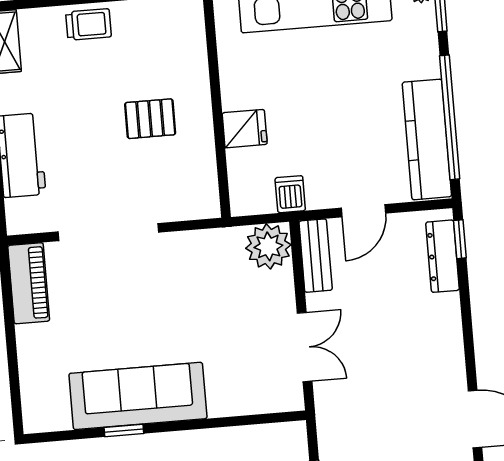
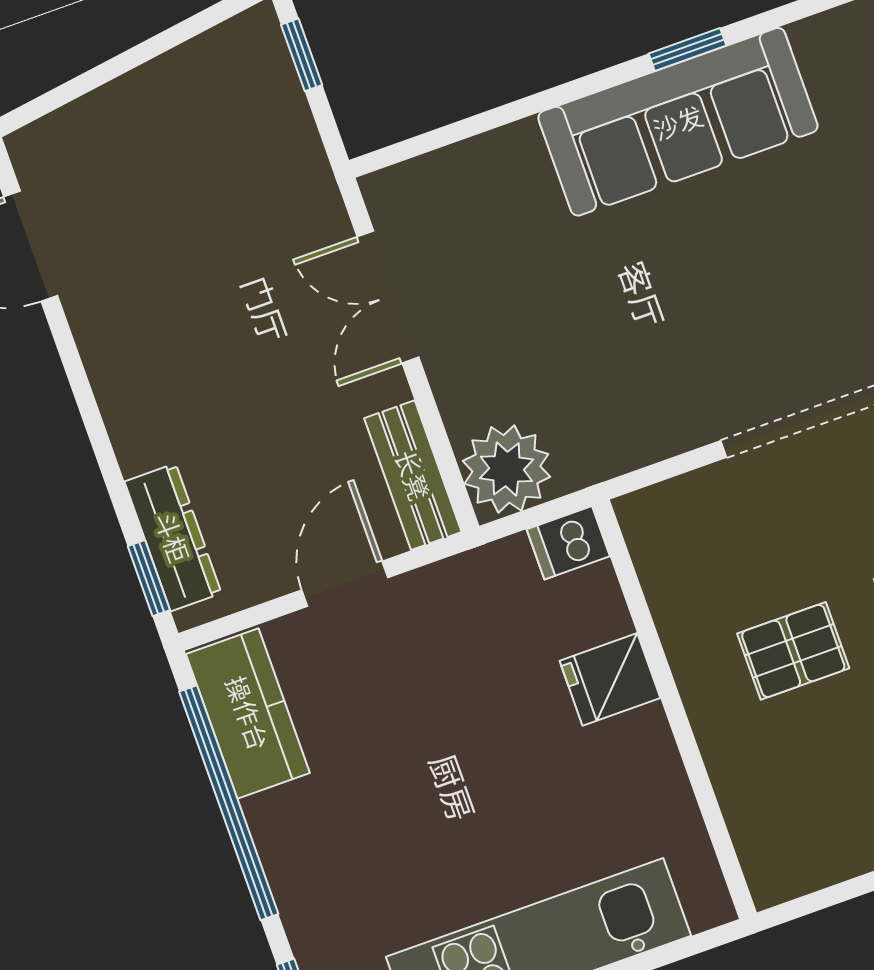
kitchen counter: (427, 139) -> (248, 713), width x0.67
dishwasher: (290, 194) -> (568, 543), moved, turned 90

